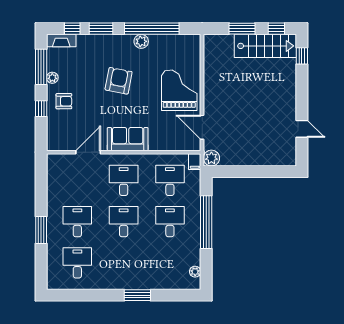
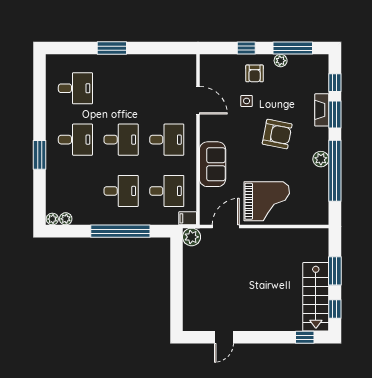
fireplace: (61, 41) -> (322, 110), moved
side table: (89, 108) -> (247, 101), added
sofa: (128, 139) -> (213, 164), moved
desk: (77, 222) -> (75, 140), moved
plant: (195, 284) -> (52, 219), added

